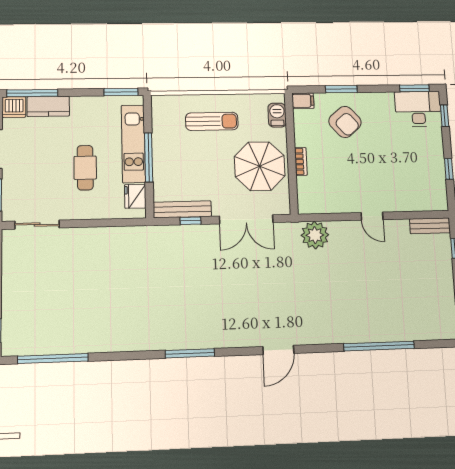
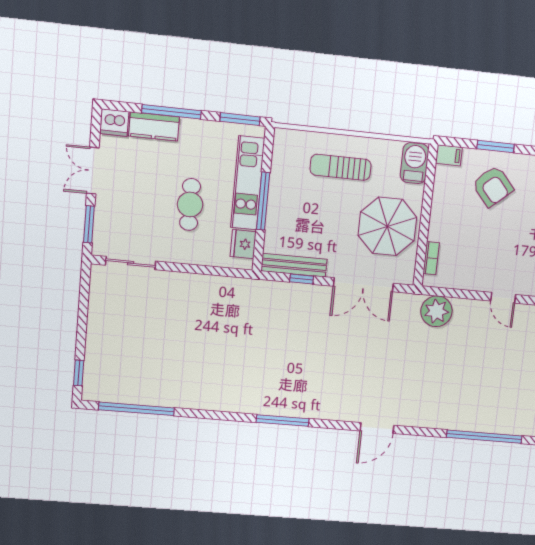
window: (32, 93) -> (172, 112), moved
barbecue: (277, 115) -> (414, 163), width x1.38, depth x1.27
sun lounger: (212, 121) -> (341, 167), turned 180
bookcase: (301, 161) -> (431, 258), moved

